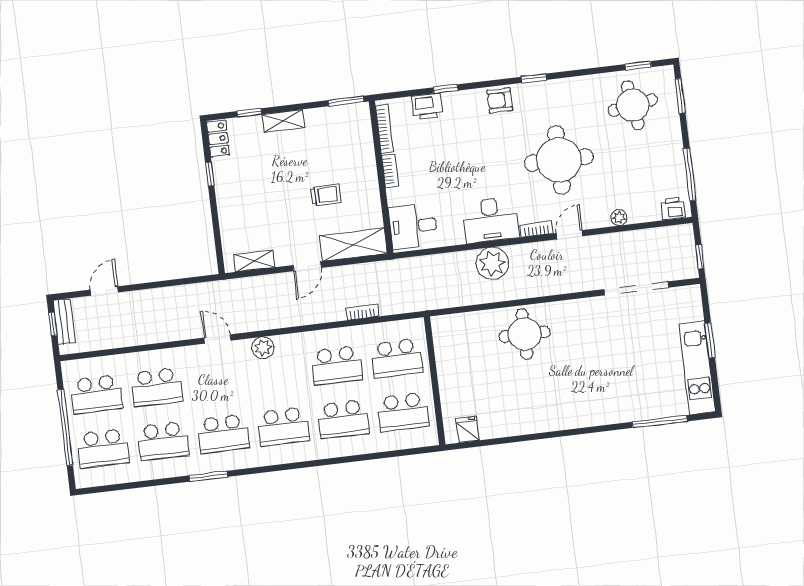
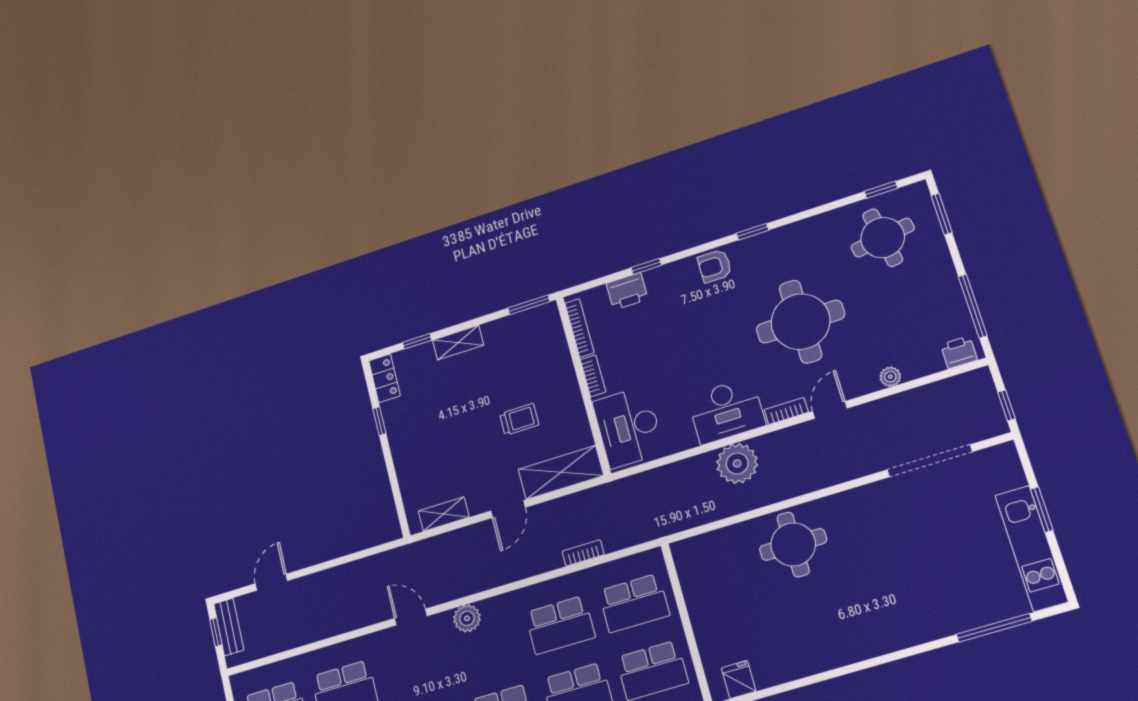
desk: (413, 226) -> (628, 427), width x1.37

